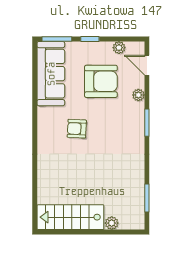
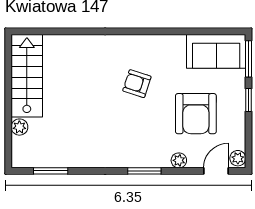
plant: (119, 48) -> (238, 158), moved
sofa: (51, 74) -> (216, 51), width x0.73
armchair: (77, 129) -> (137, 84), turned -75

